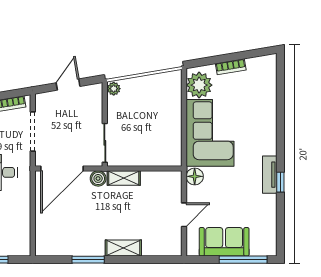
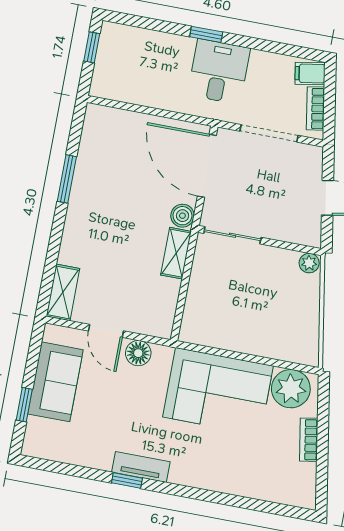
floor lamp: (195, 176) -> (138, 353), moved
shelving: (123, 248) -> (63, 292), moved
window: (243, 260) -> (24, 405), width x0.46

